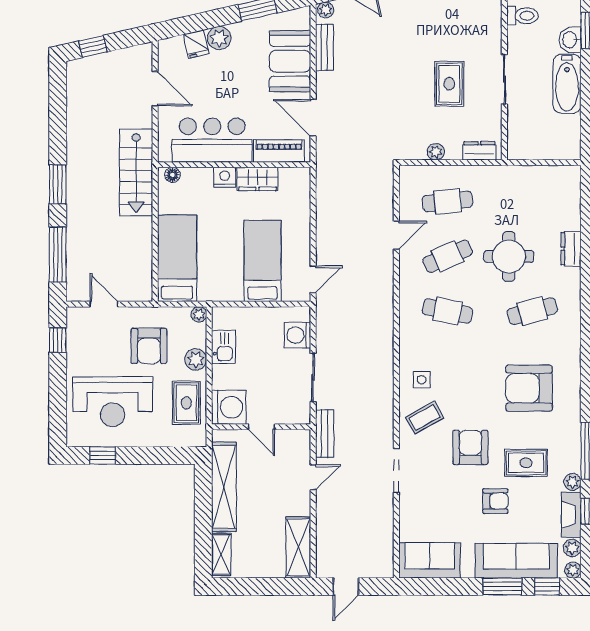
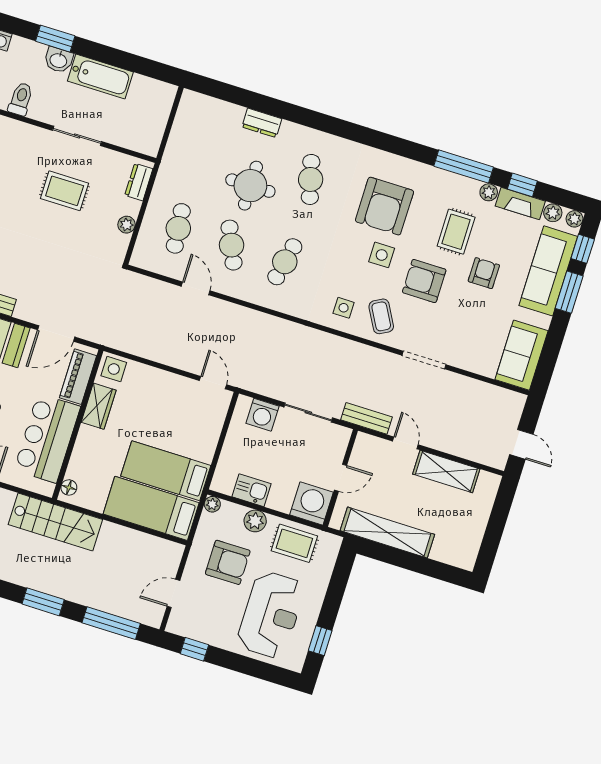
nightstand: (225, 177) -> (87, 438), removed
side table: (297, 182) -> (114, 369), added
bed: (263, 261) -> (166, 471), moved
side table: (482, 400) -> (382, 255), added
shelving: (298, 547) -> (446, 472), moved
shelving: (221, 554) -> (452, 556), removed

